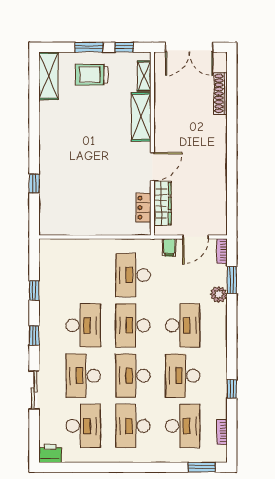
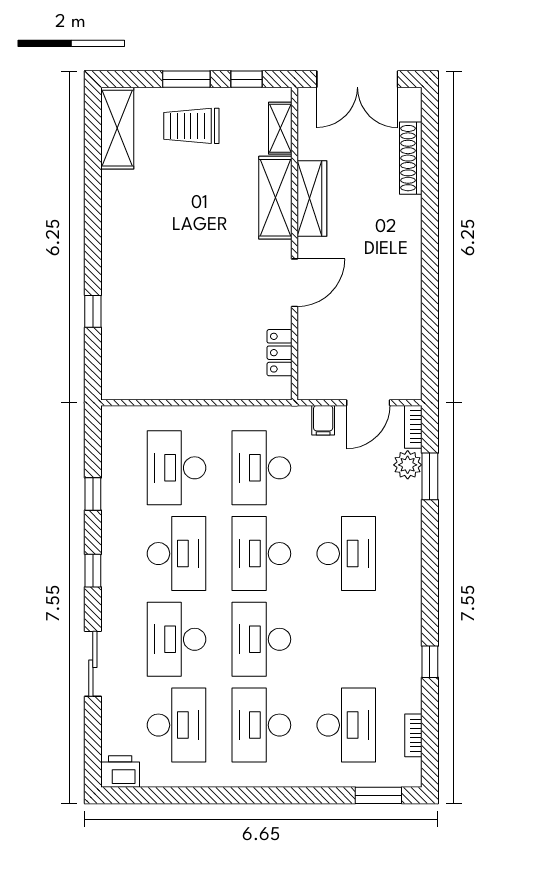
wardrobe: (163, 203) -> (312, 199), moved
plant: (219, 294) -> (408, 465), moved
desk: (183, 376) -> (177, 468), moved

